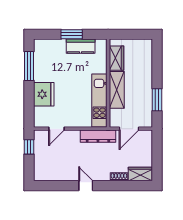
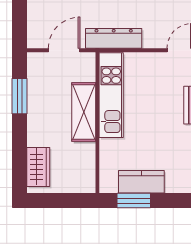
window: (72, 34) -> (134, 201), moved
wardrobe: (116, 58) -> (38, 167), moved, turned 180

